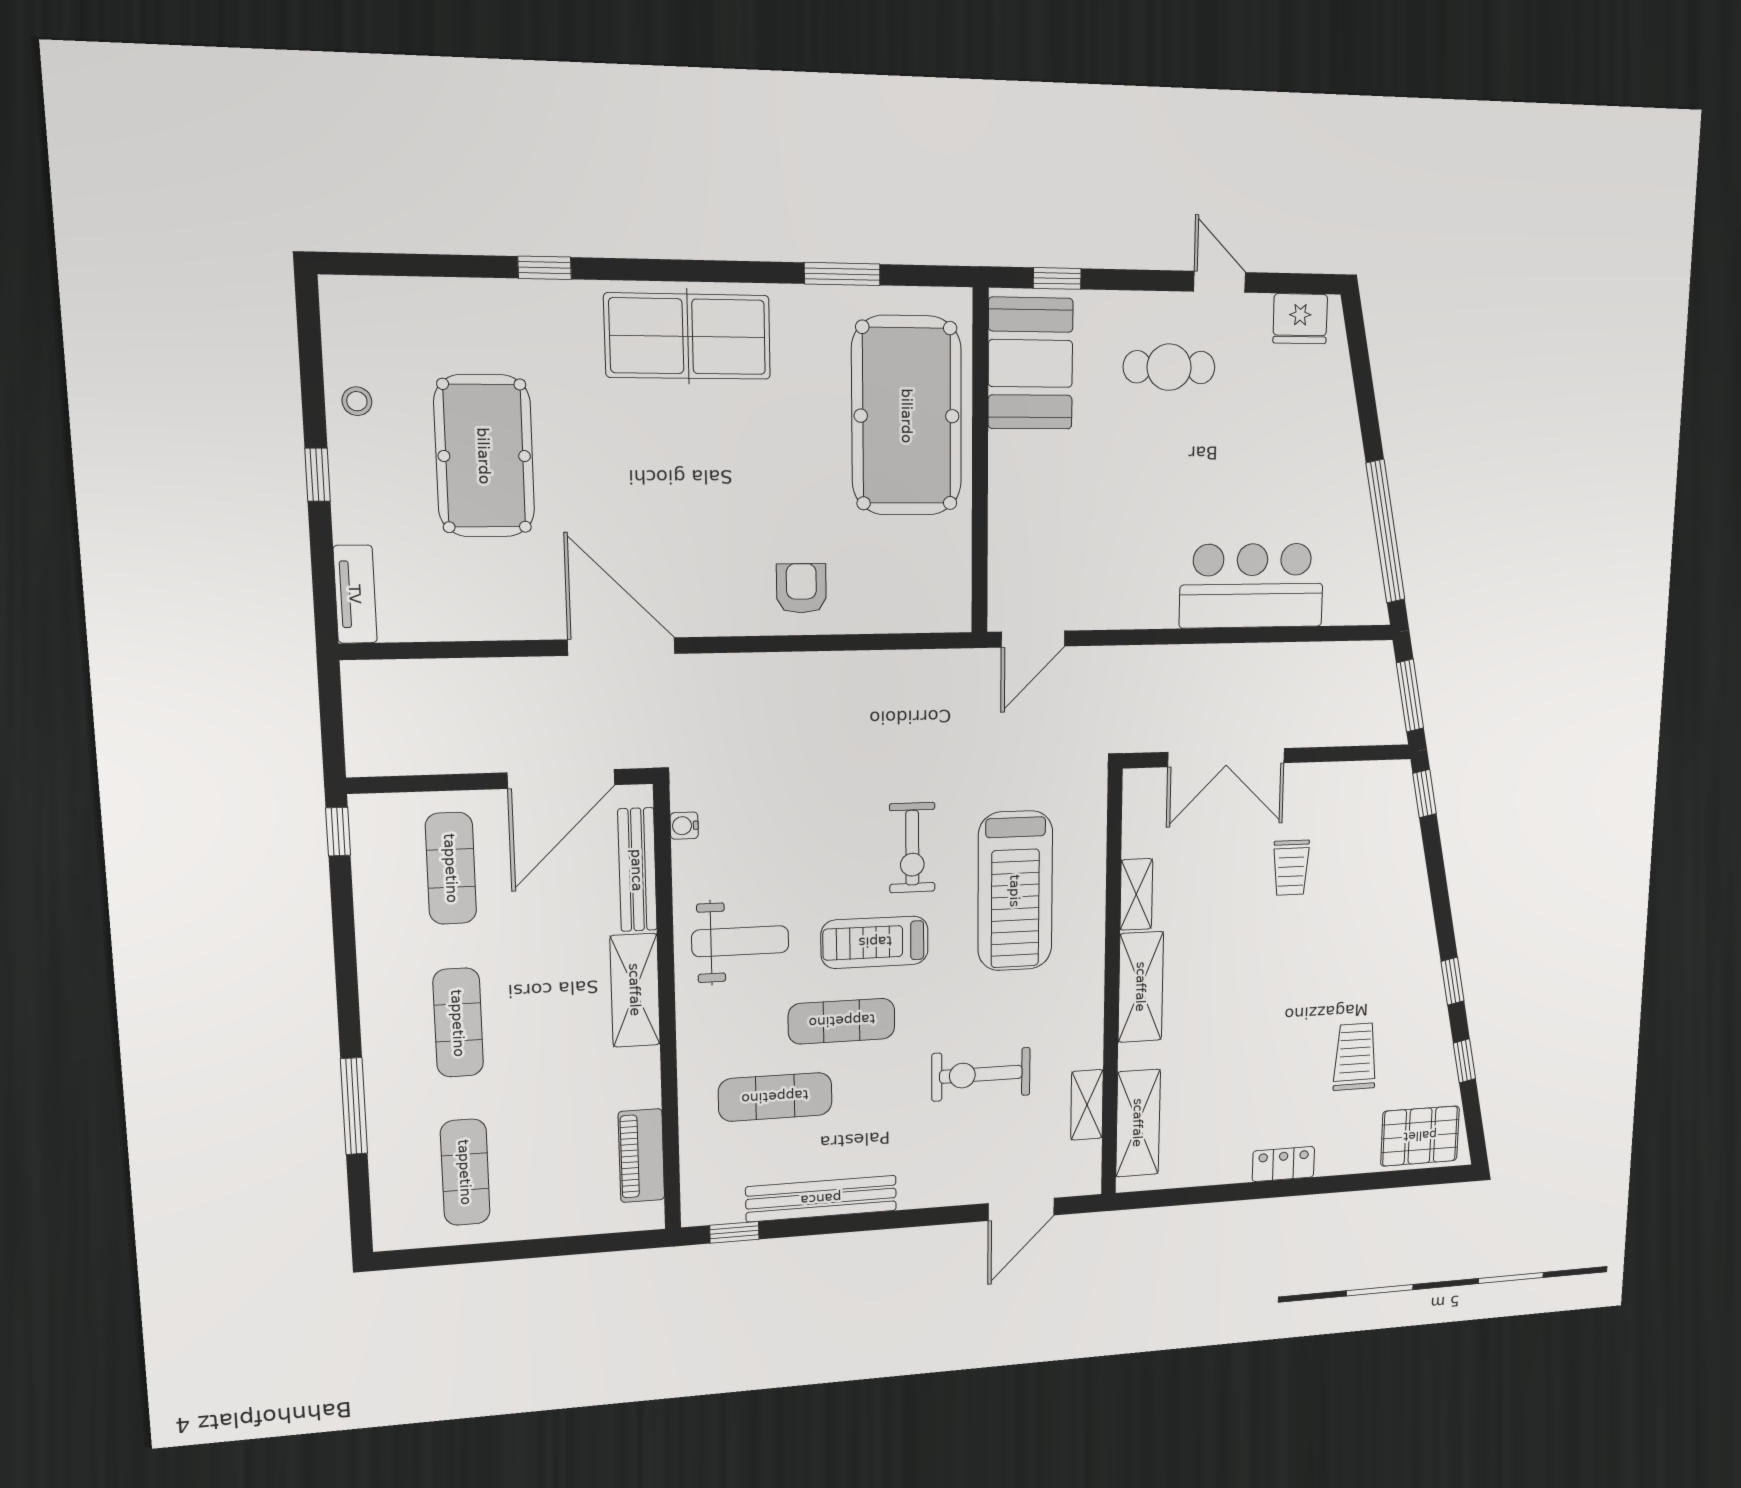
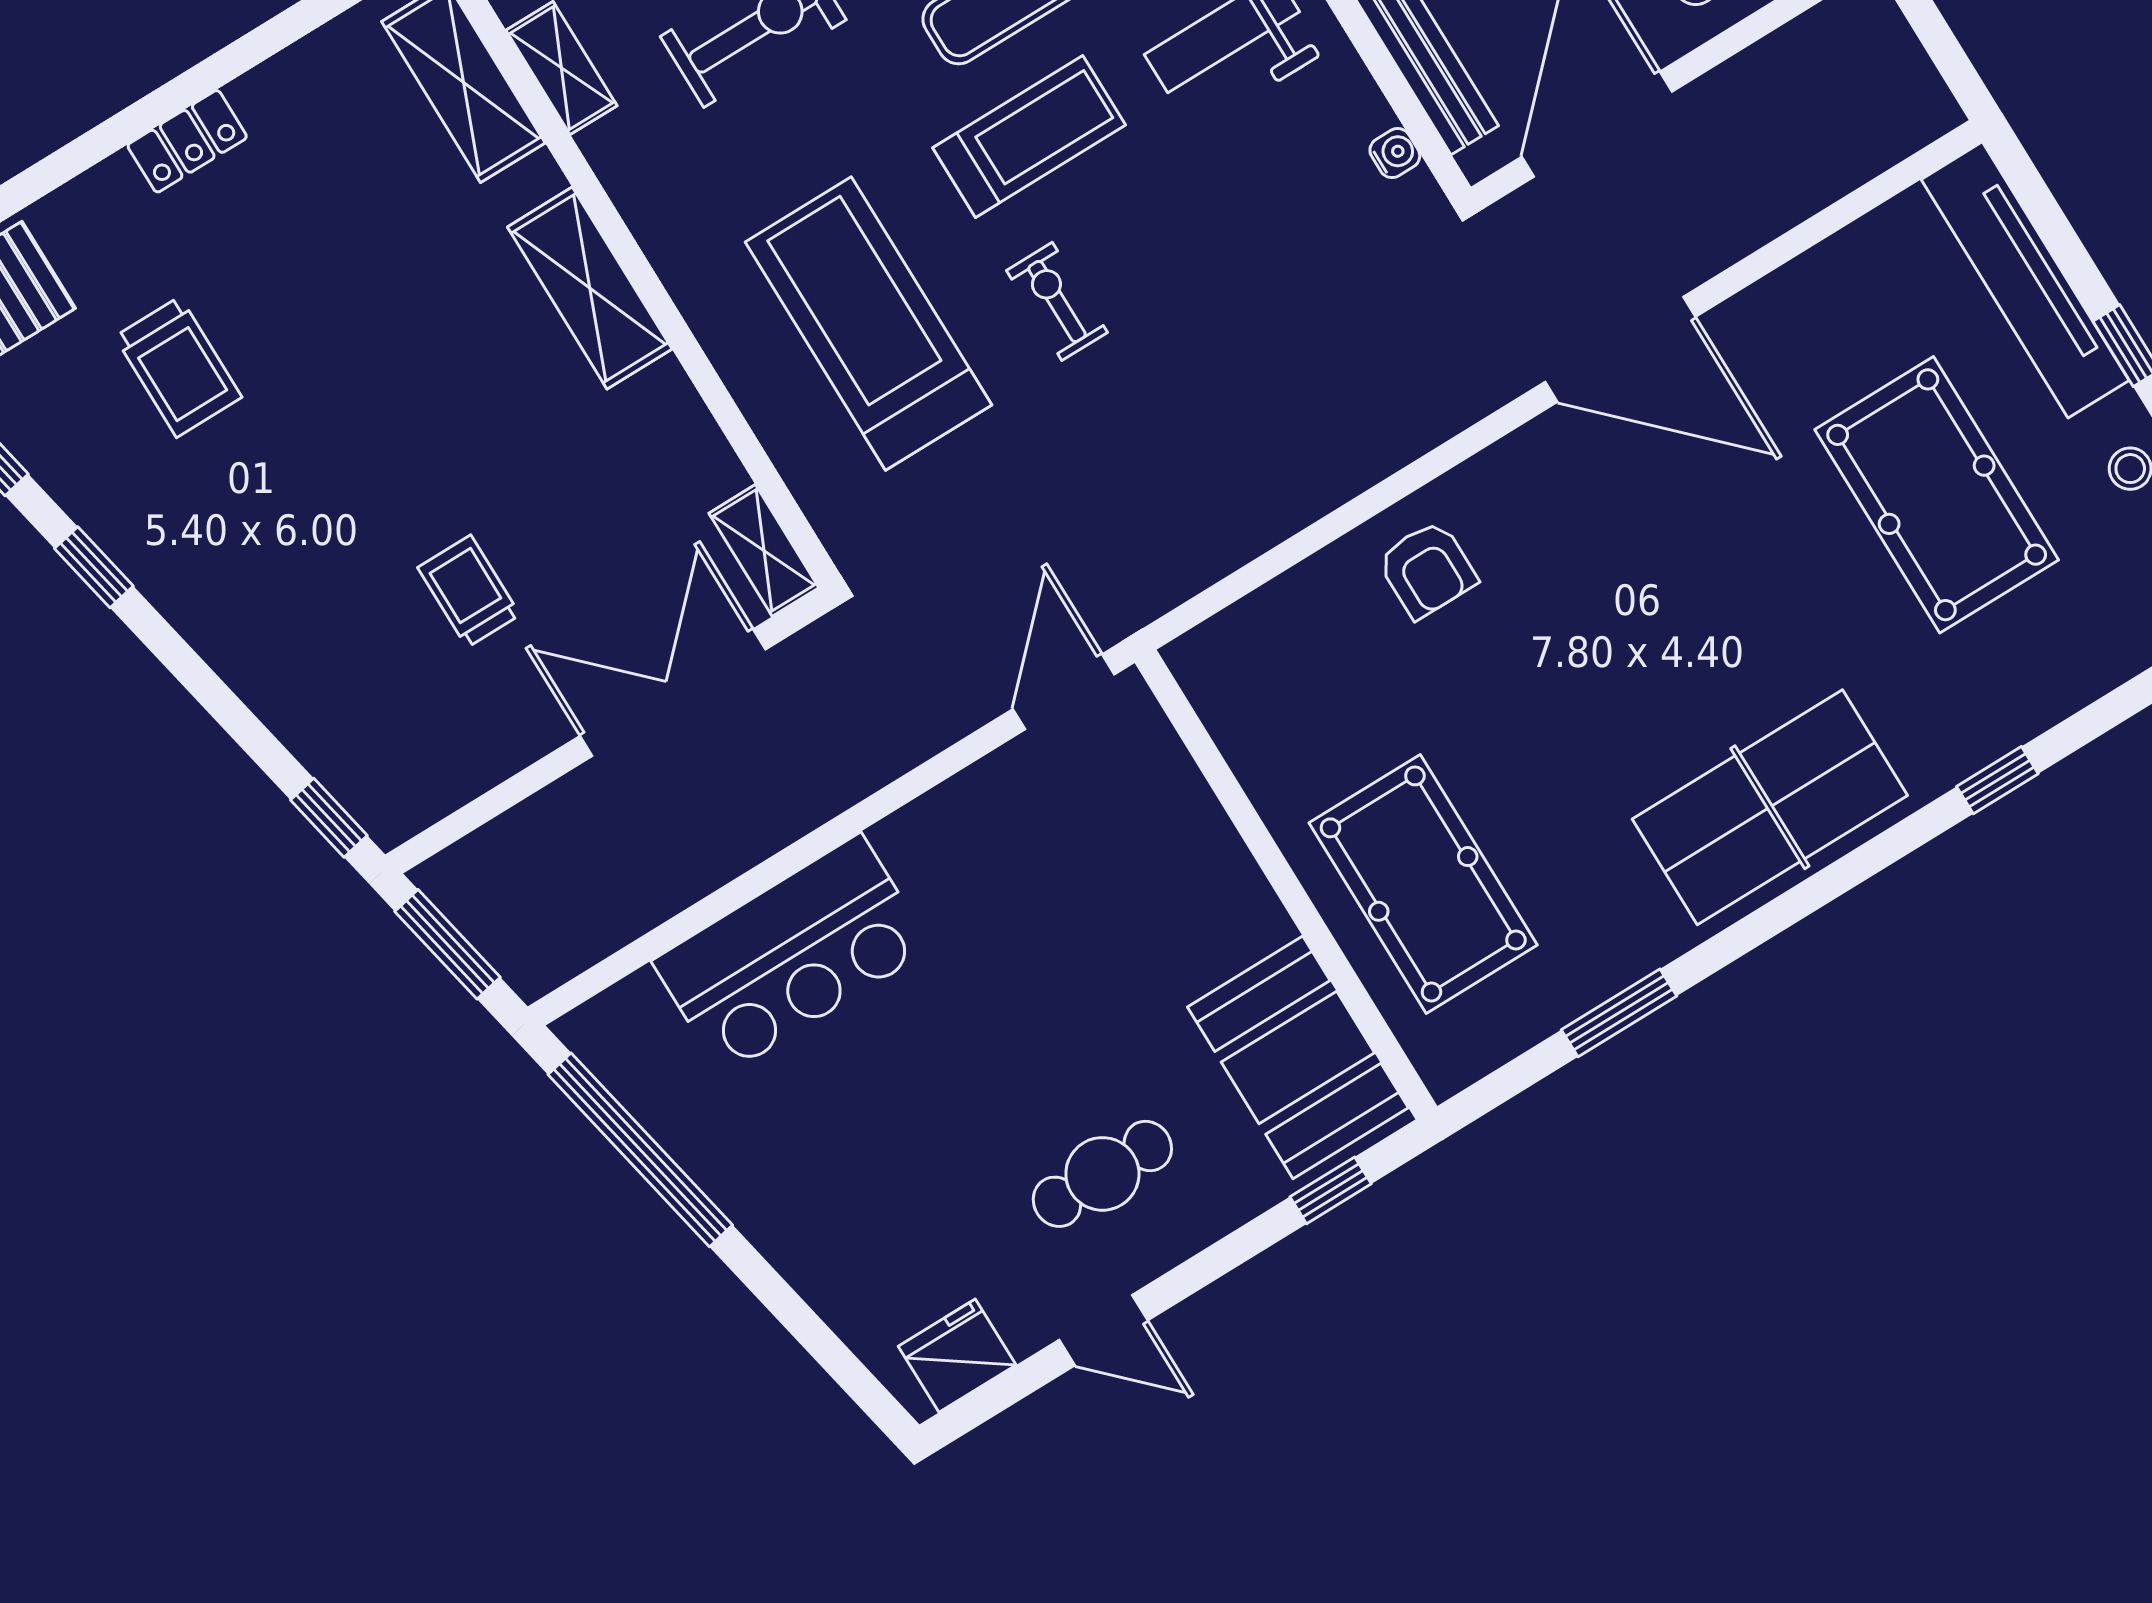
pool table: (907, 416) -> (1423, 884), width x0.73, depth x0.76
tv unit: (355, 594) -> (2025, 280), width x1.92, depth x1.29
exercise bike: (912, 848) -> (1057, 301), width x0.73, depth x0.72
shelving: (1136, 894) -> (764, 550), moved

